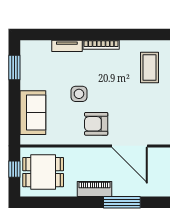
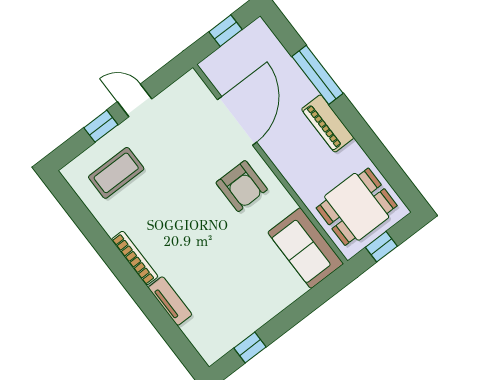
window: (14, 68) -> (250, 348), width x0.67
side table: (79, 94) -> (220, 238), removed
sofa: (33, 113) -> (306, 248), moved, turned -90
dining table: (43, 172) -> (357, 207), turned 90

